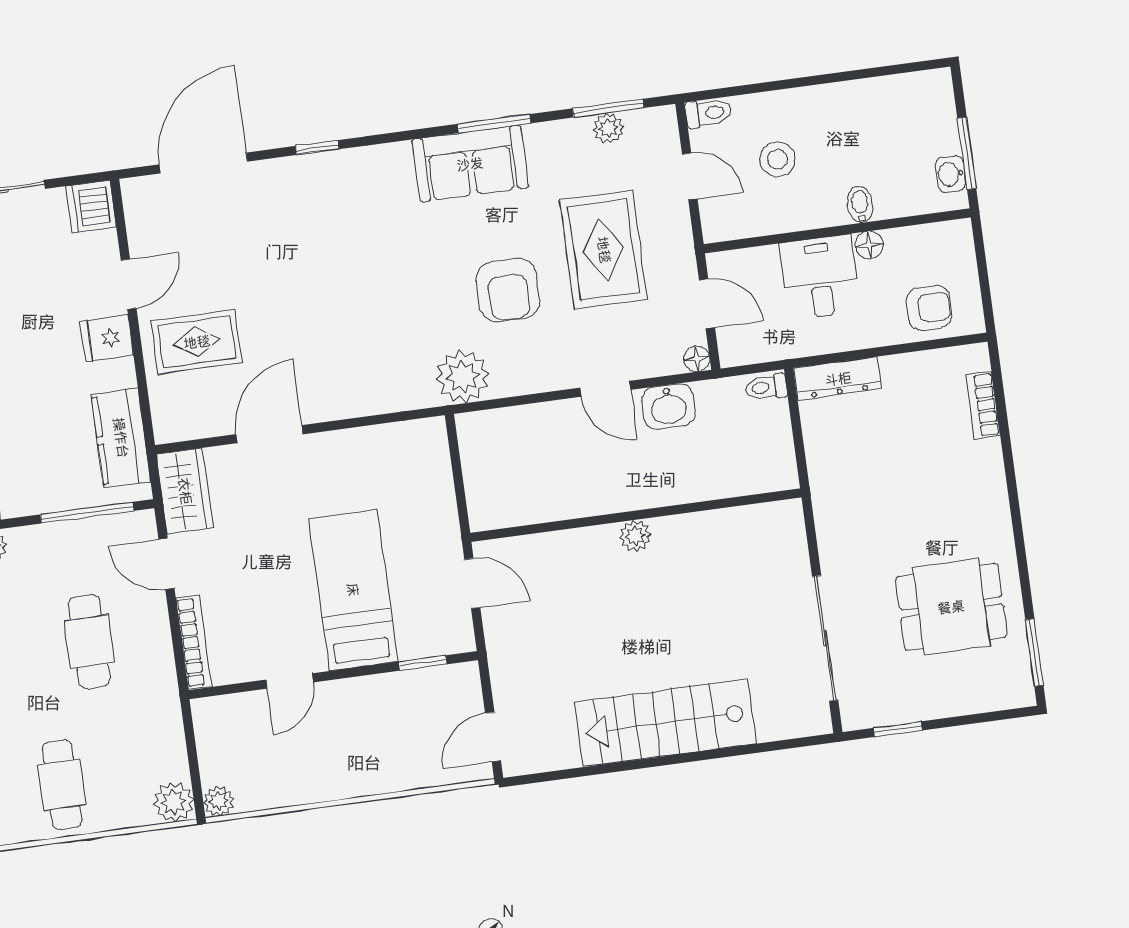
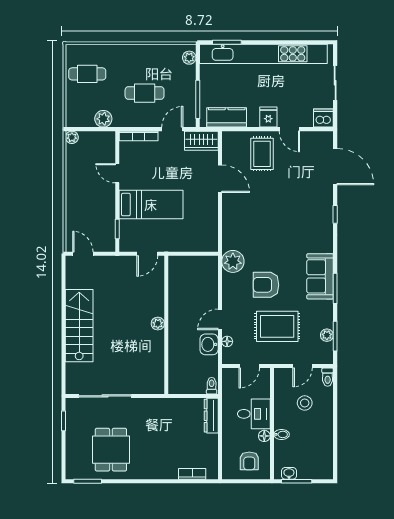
armchair: (929, 308) -> (249, 461), moved
floor lamp: (697, 359) -> (227, 341), moved
plant: (173, 802) -> (103, 119), moved

